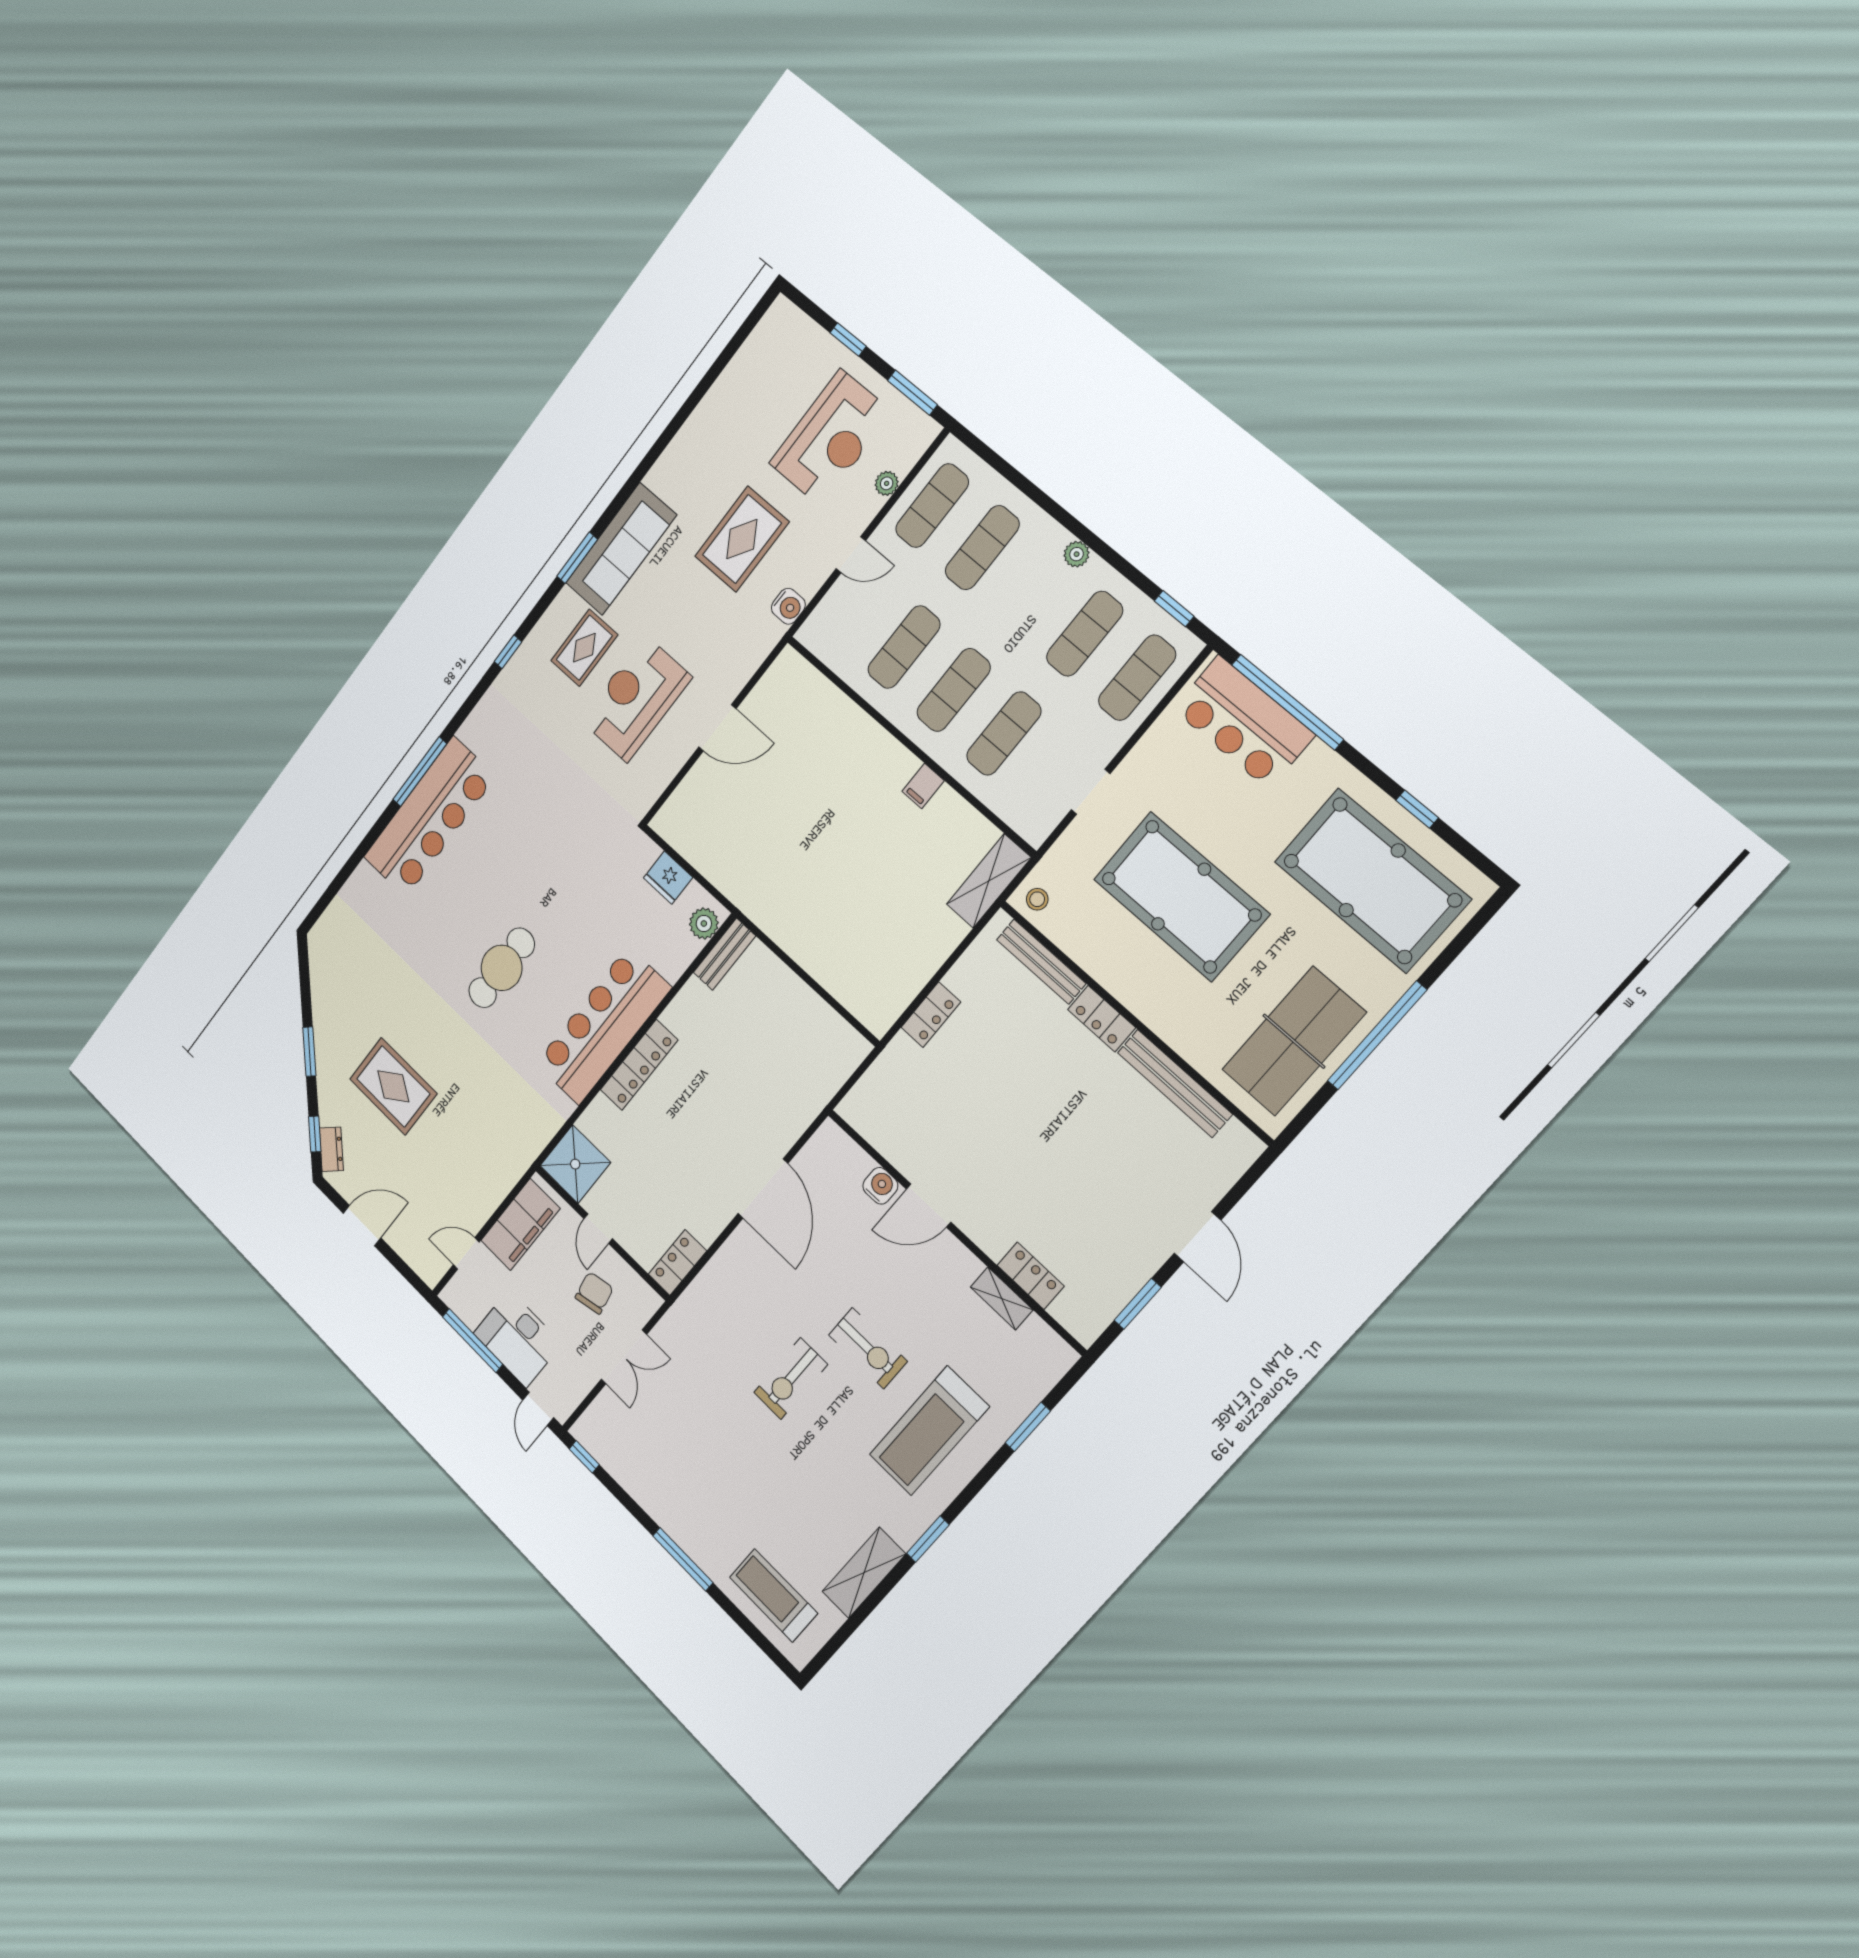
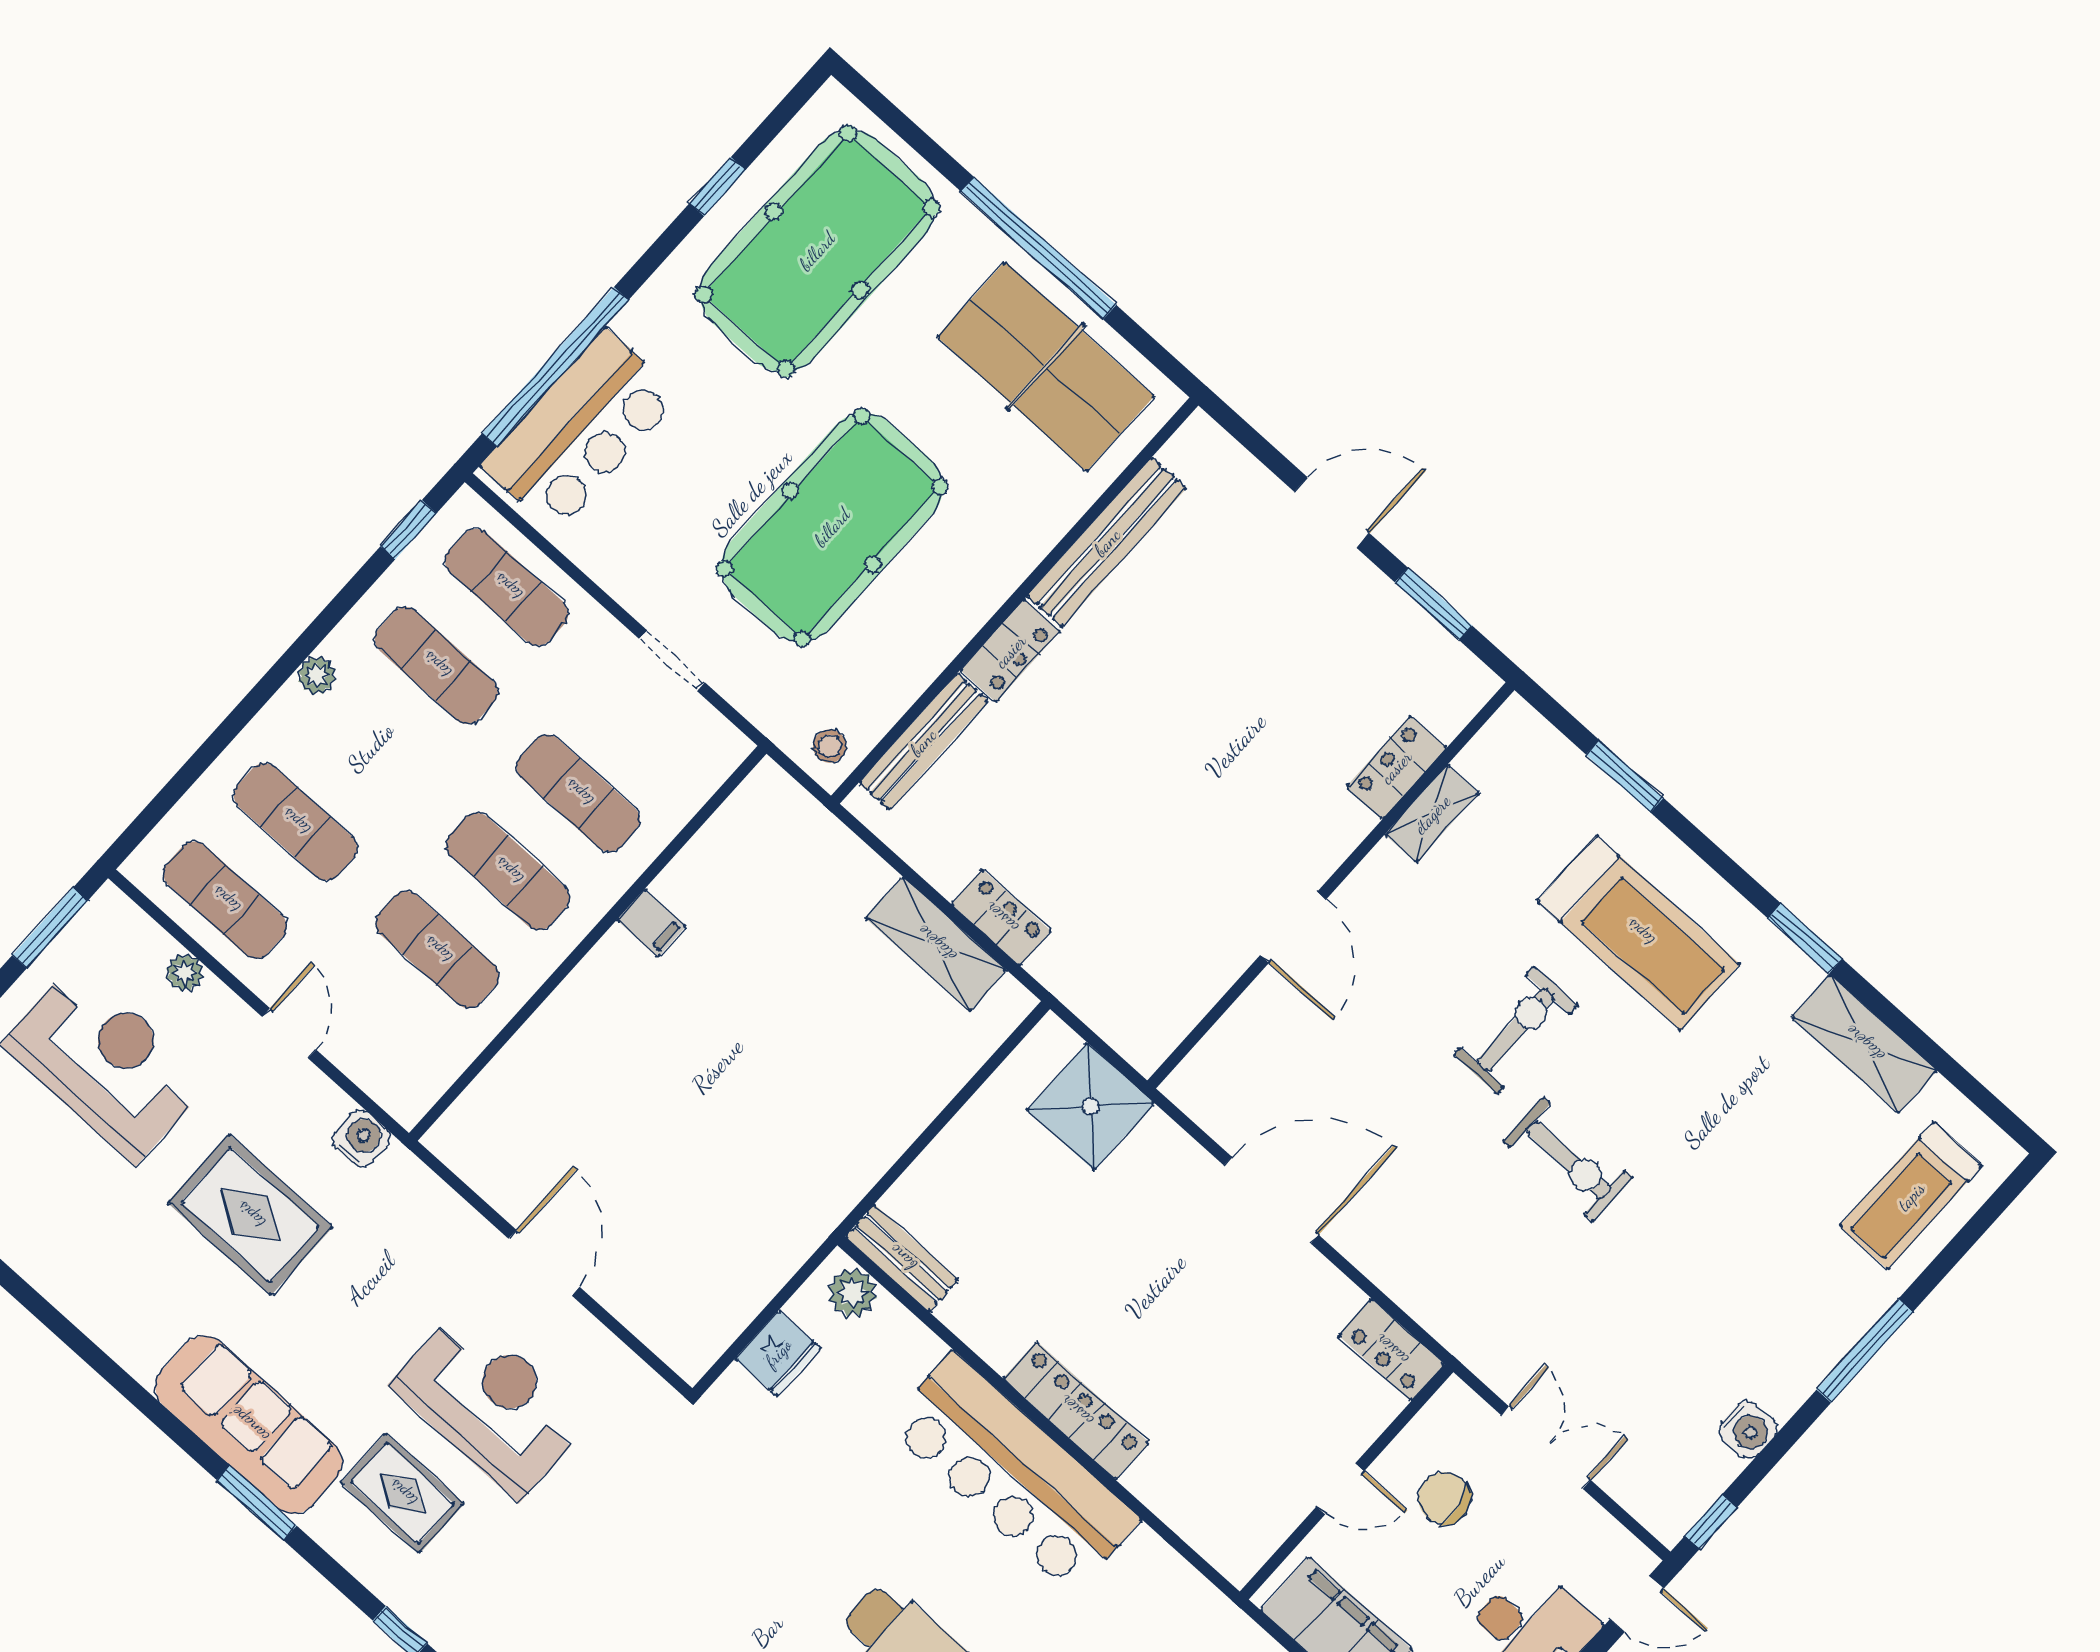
reception desk: (636, 699) -> (490, 1403), turned 180
shelving: (989, 881) -> (936, 944), moved
shower: (575, 1164) -> (1091, 1106), moved
water cooler: (880, 1186) -> (1748, 1430), moved, turned 180

